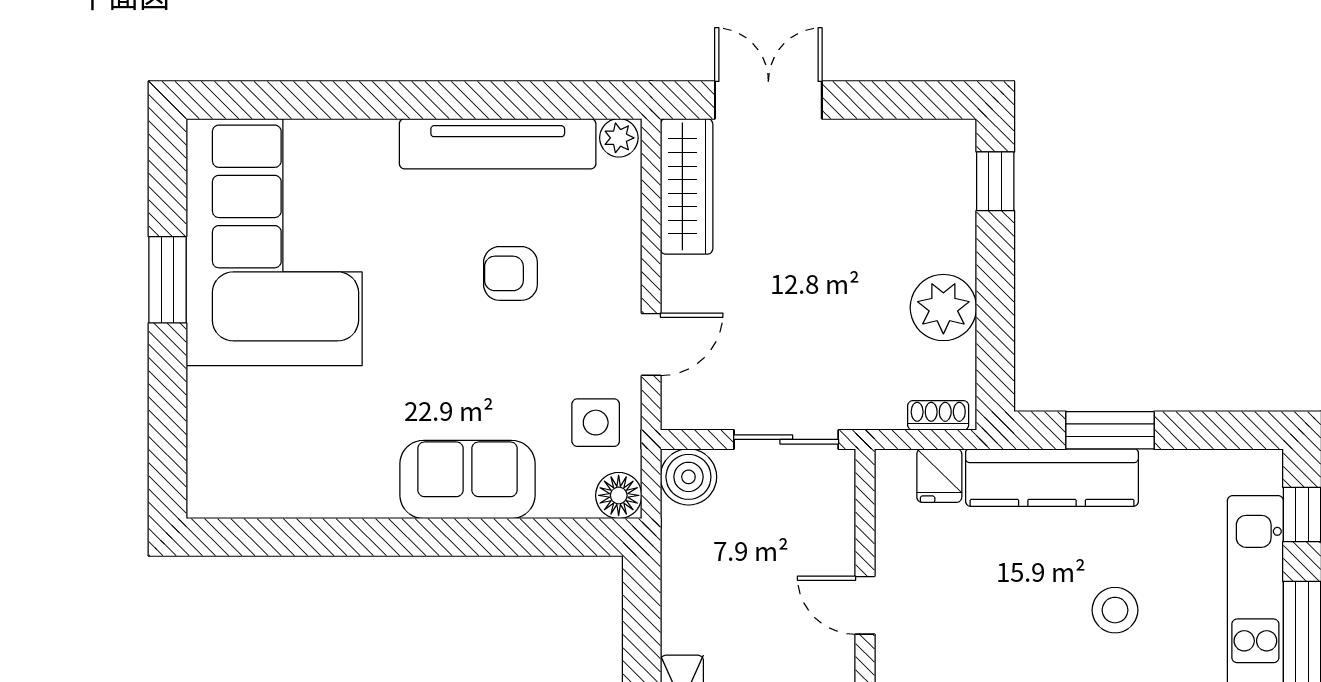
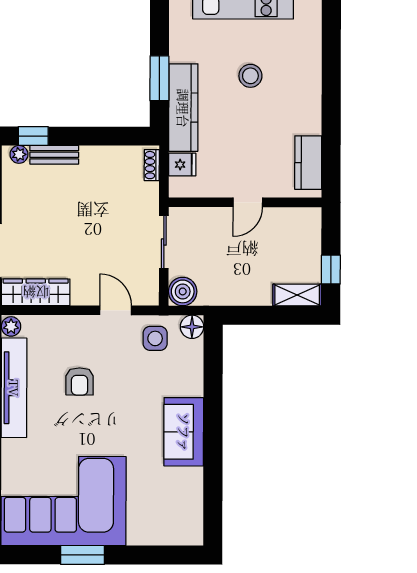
bench: (958, 223) -> (54, 155), added
plant: (943, 308) -> (19, 154), moved, width x0.53, depth x0.53
sofa: (467, 479) -> (184, 432), moved

